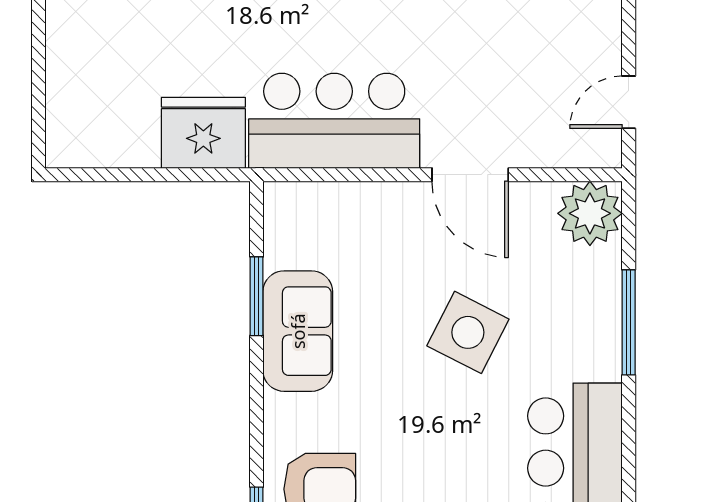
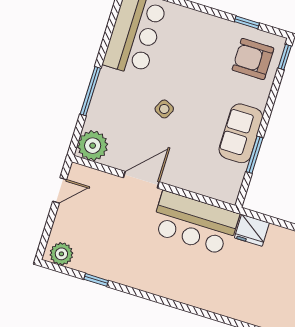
fridge: (203, 133) -> (252, 230), width x0.73, depth x0.75
door: (470, 175) -> (141, 180), hinge flipped
side table: (468, 332) -> (164, 109), width x0.54, depth x0.54

